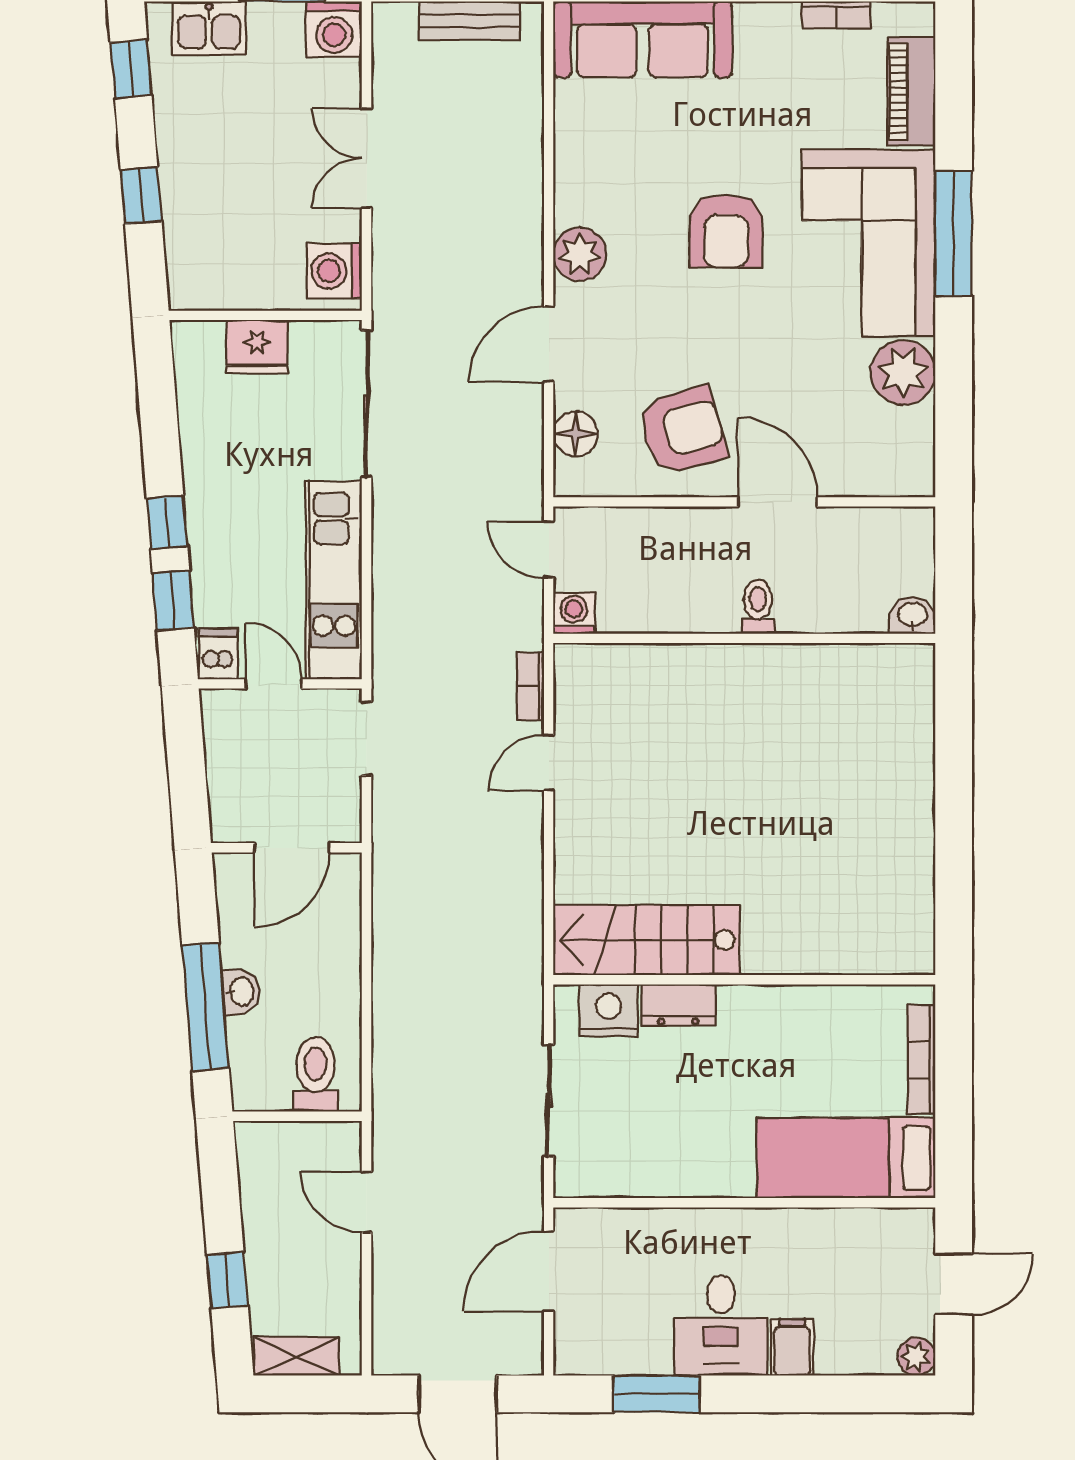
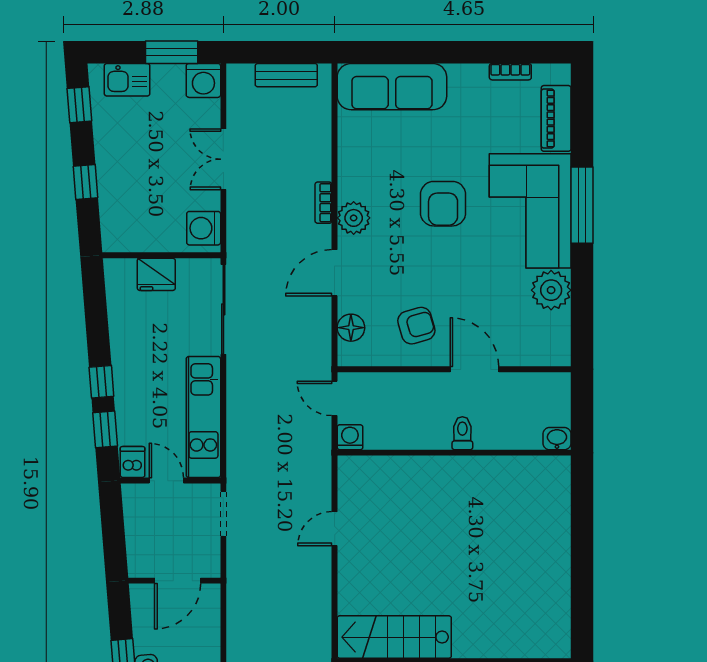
armchair: (683, 430) -> (416, 326), width x0.72, depth x0.72
bookcase: (530, 686) -> (323, 203), moved

